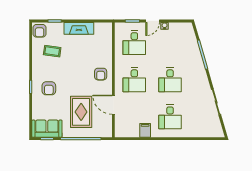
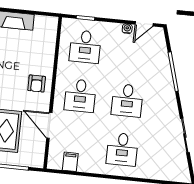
door: (153, 21) -> (144, 24), moved
filing cabinet: (145, 130) -> (70, 162), moved

